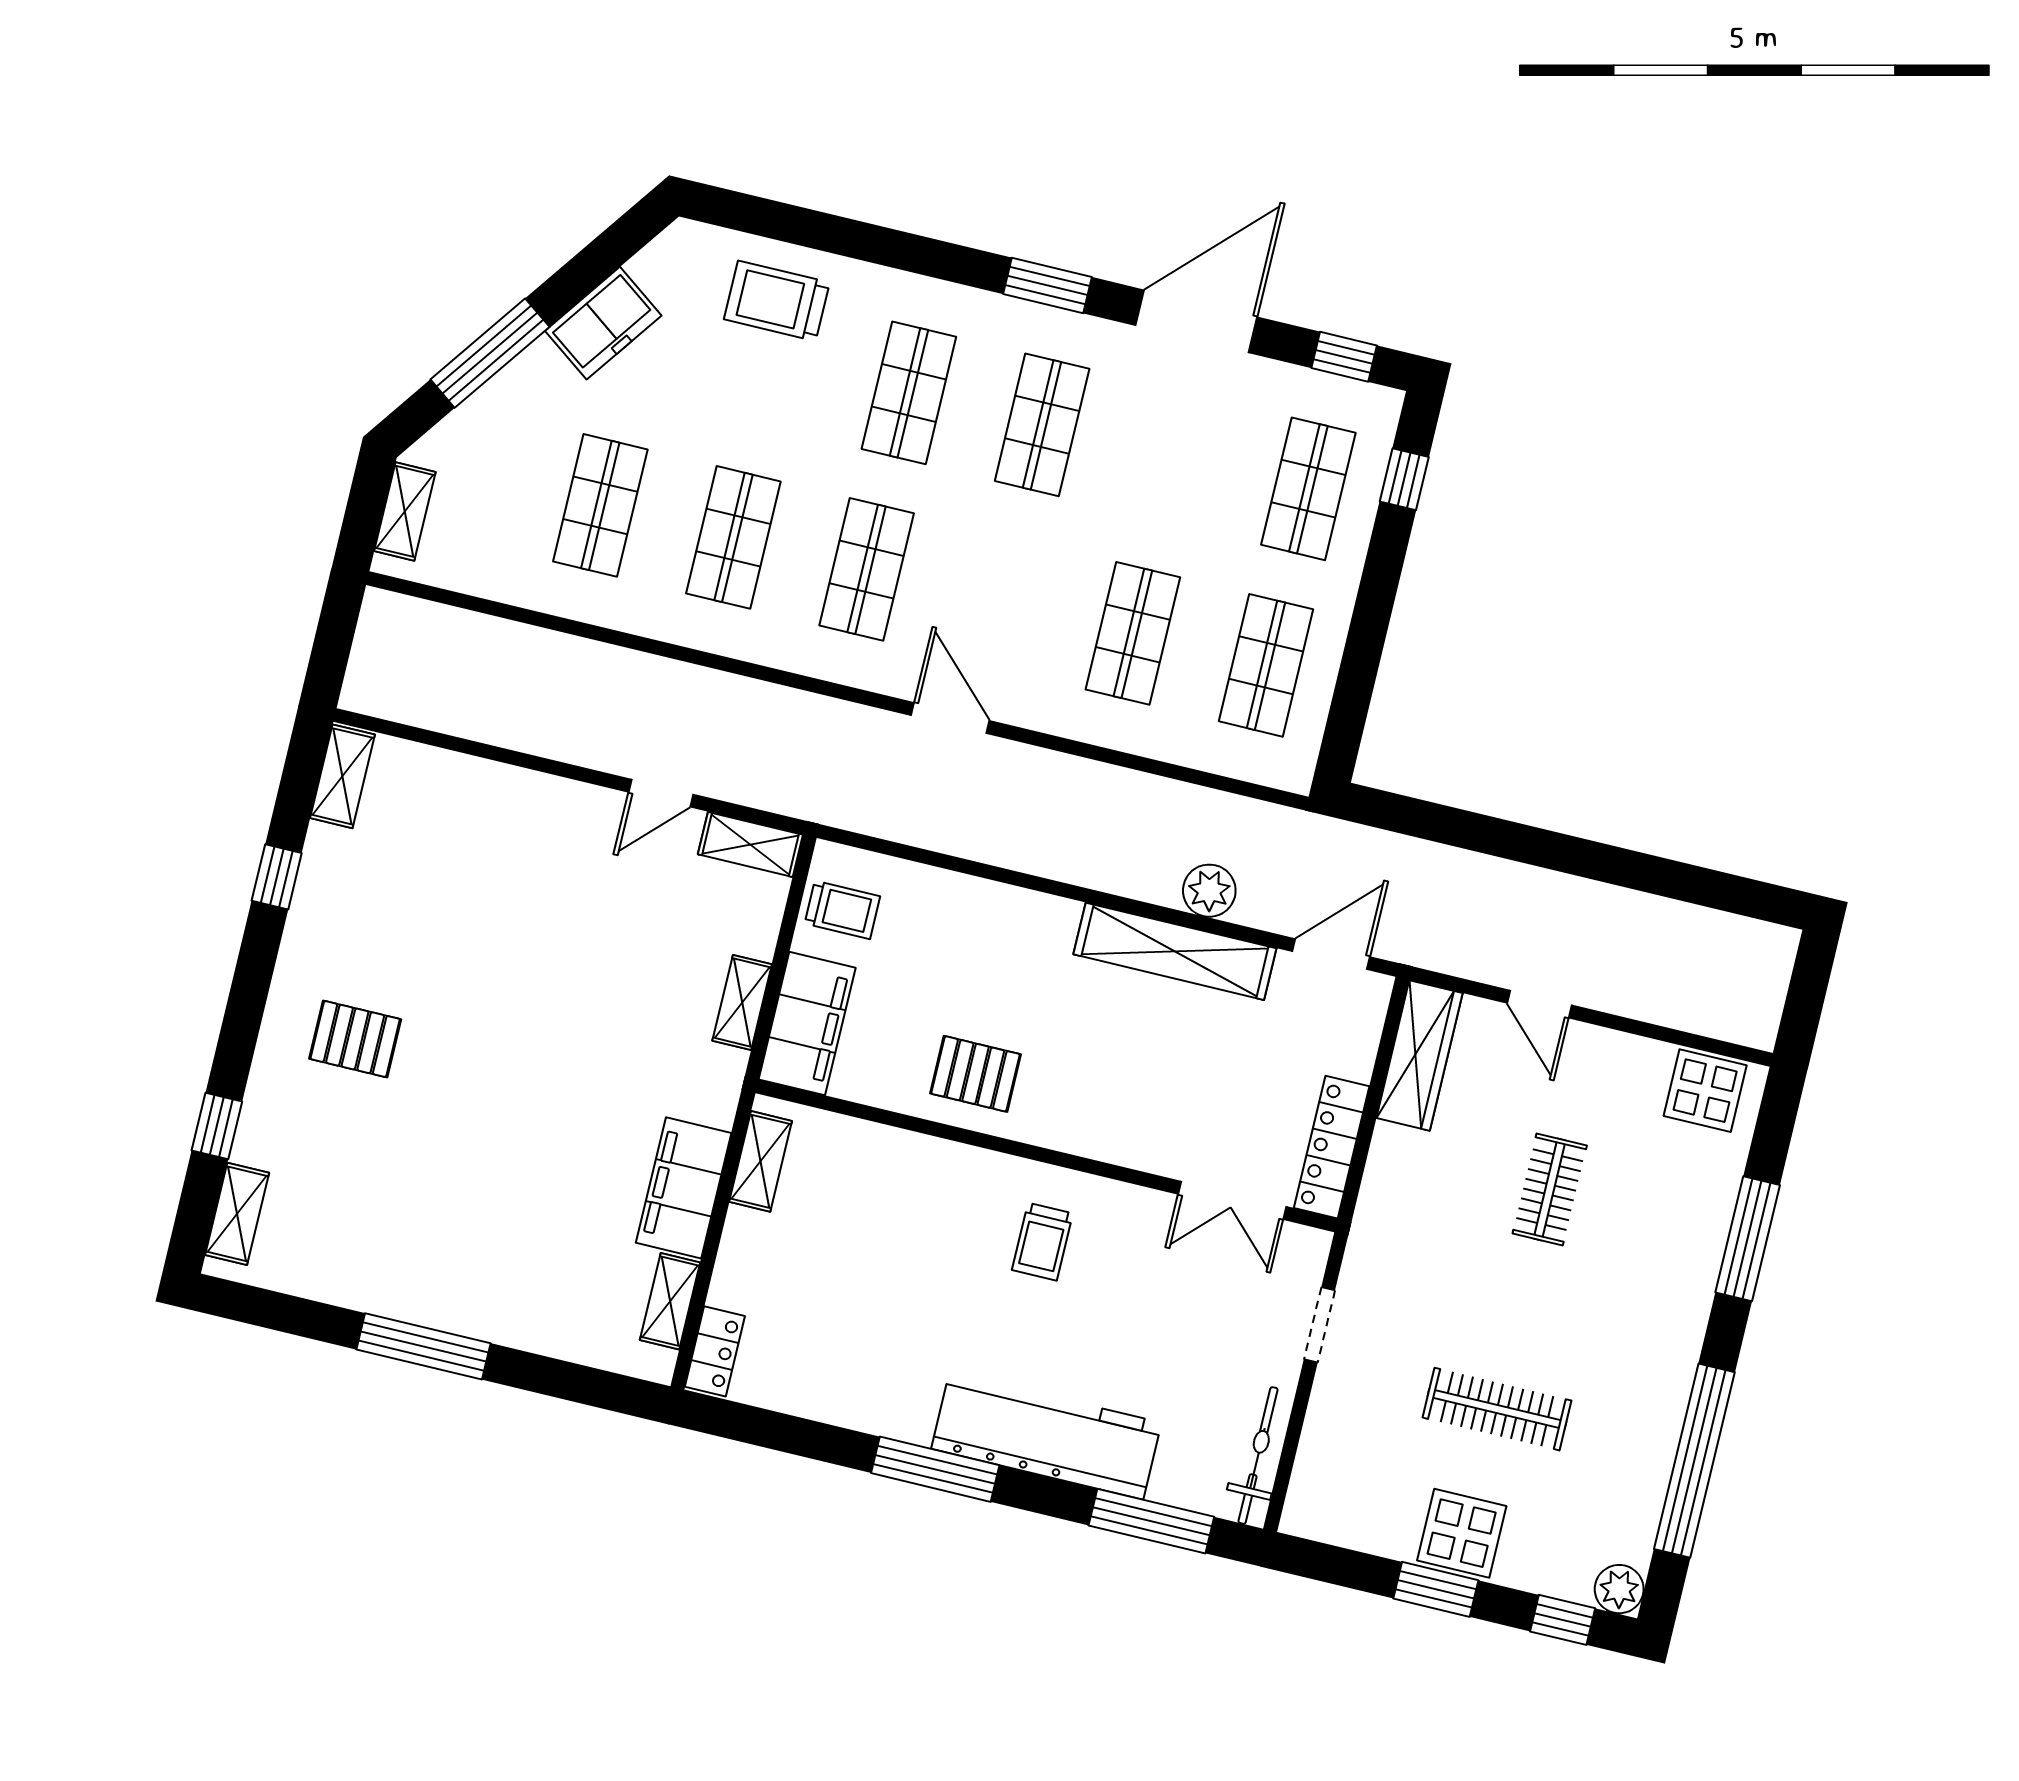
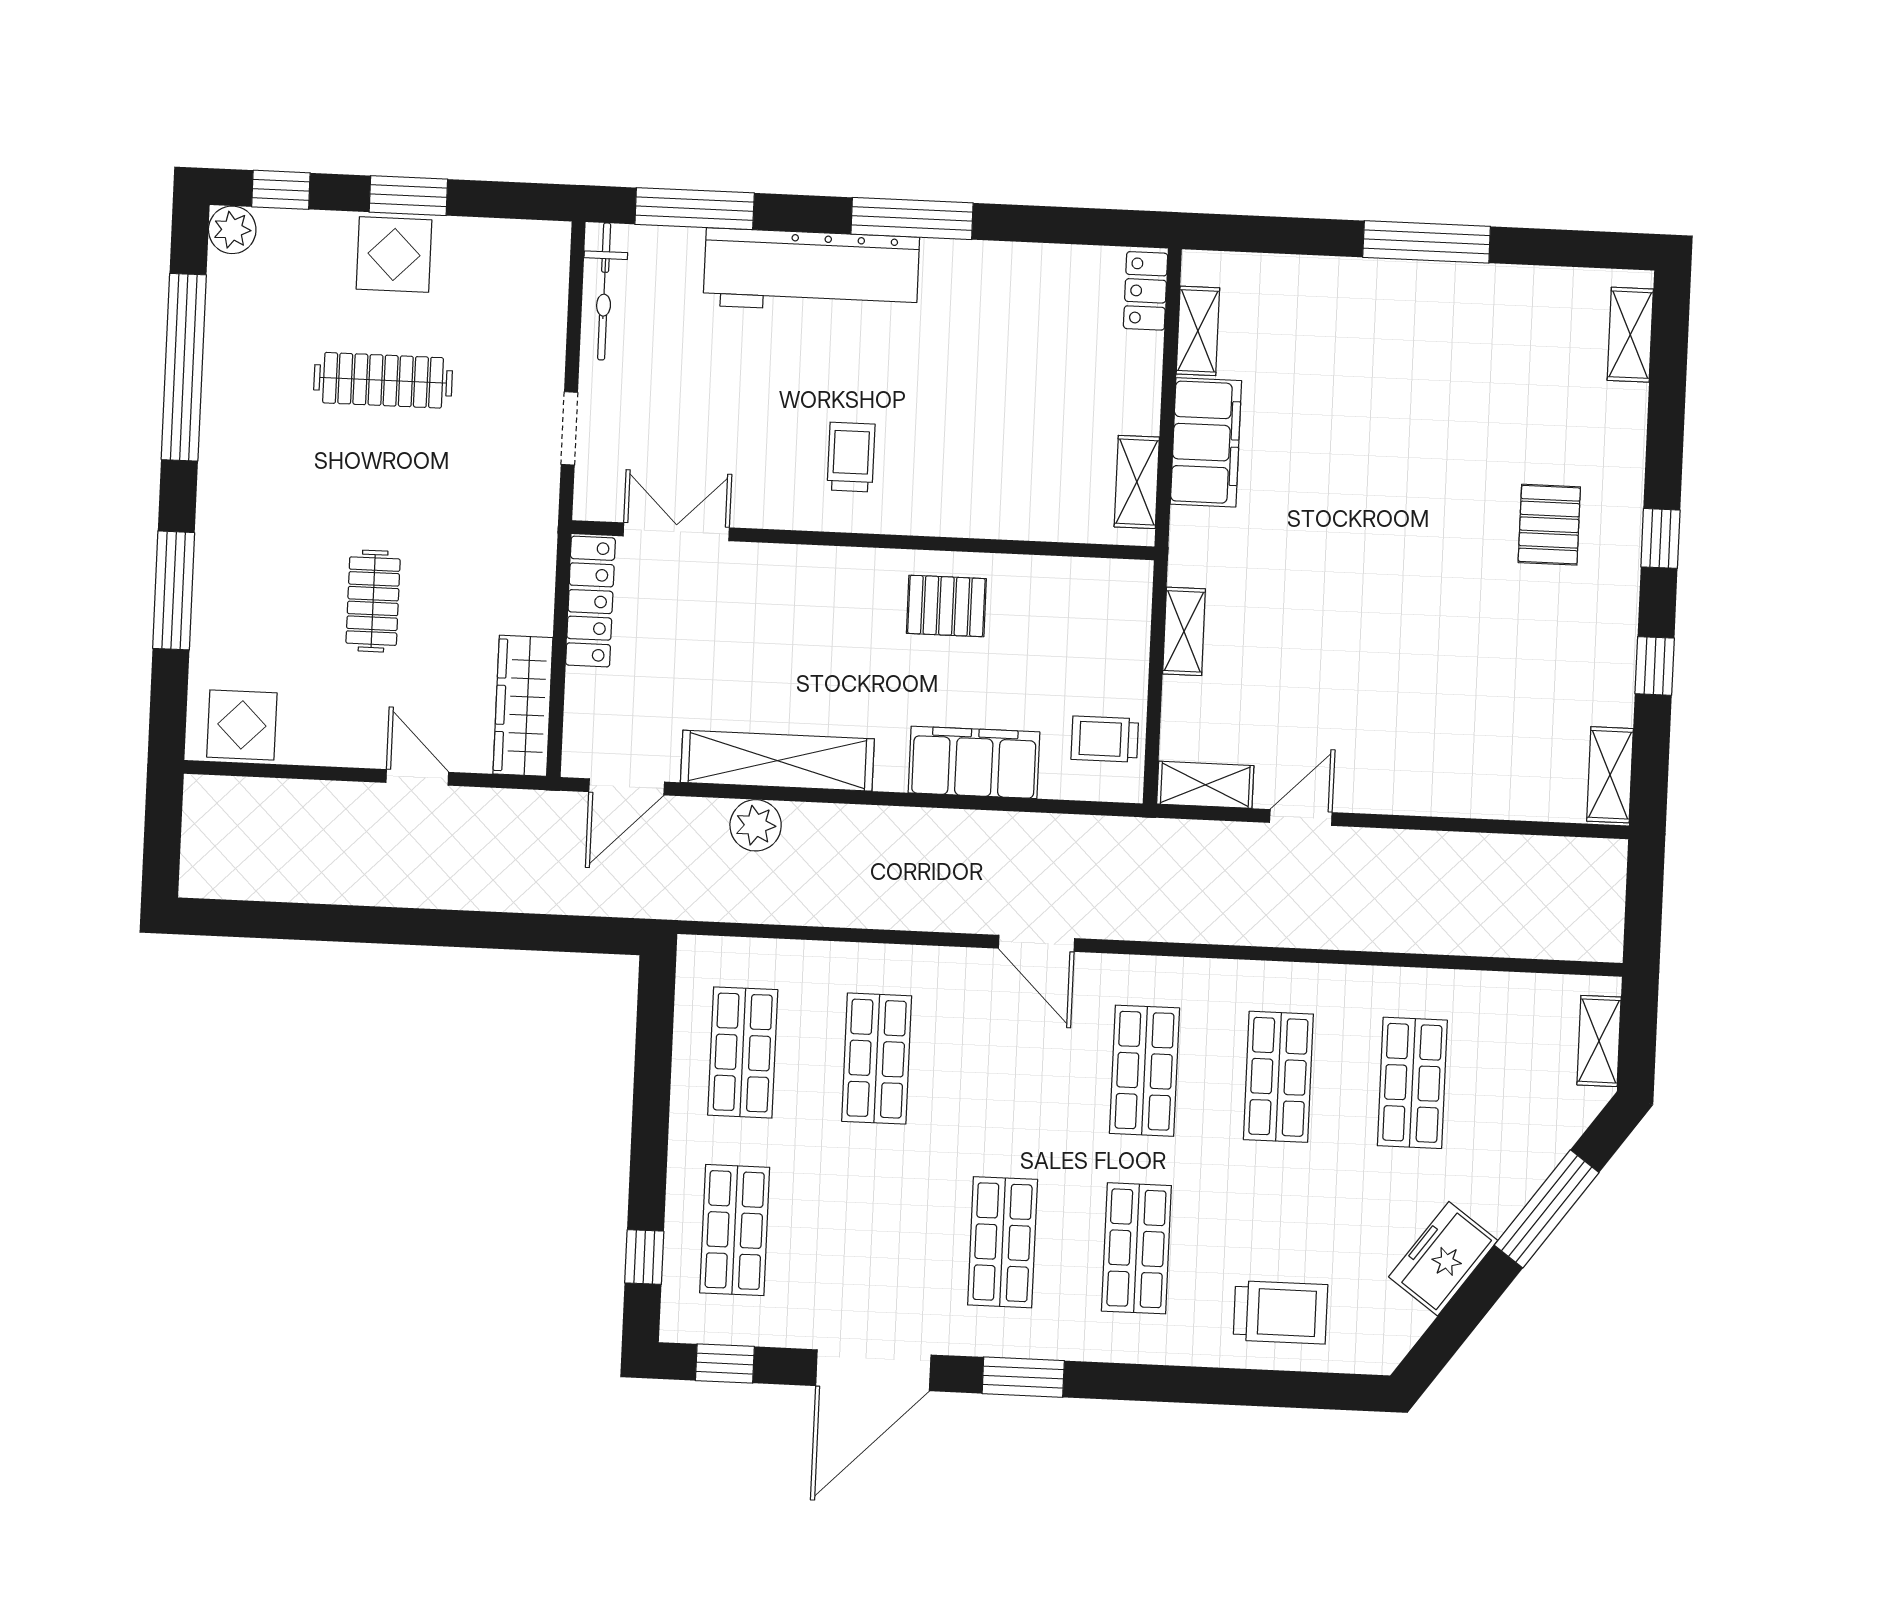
filing cabinet: (807, 1024) -> (974, 762), moved, turned 90
pallet: (355, 1039) -> (1549, 525), turned 90
window: (217, 1126) -> (1660, 538), moved

